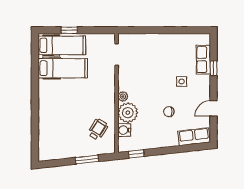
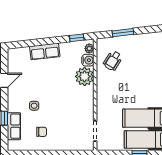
plant: (123, 97) -> (89, 48), moved
chair: (169, 112) -> (42, 132), moved
row of seats: (194, 137) -> (45, 51), moved

